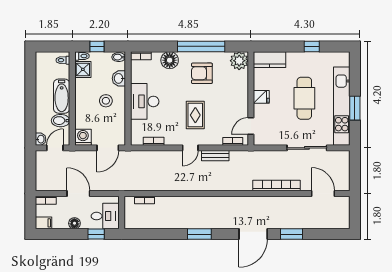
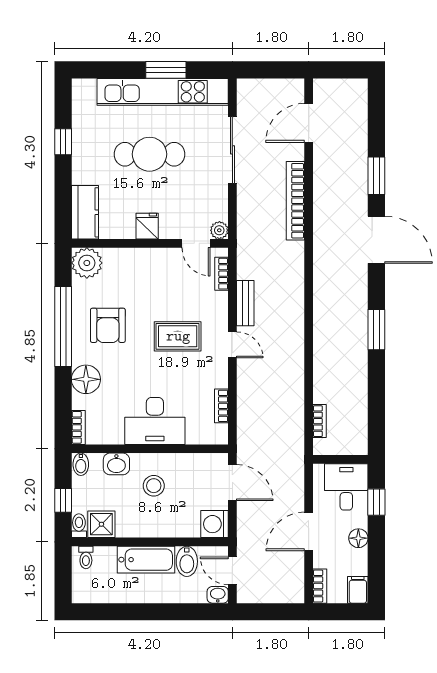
plant: (259, 140) -> (219, 230), added

